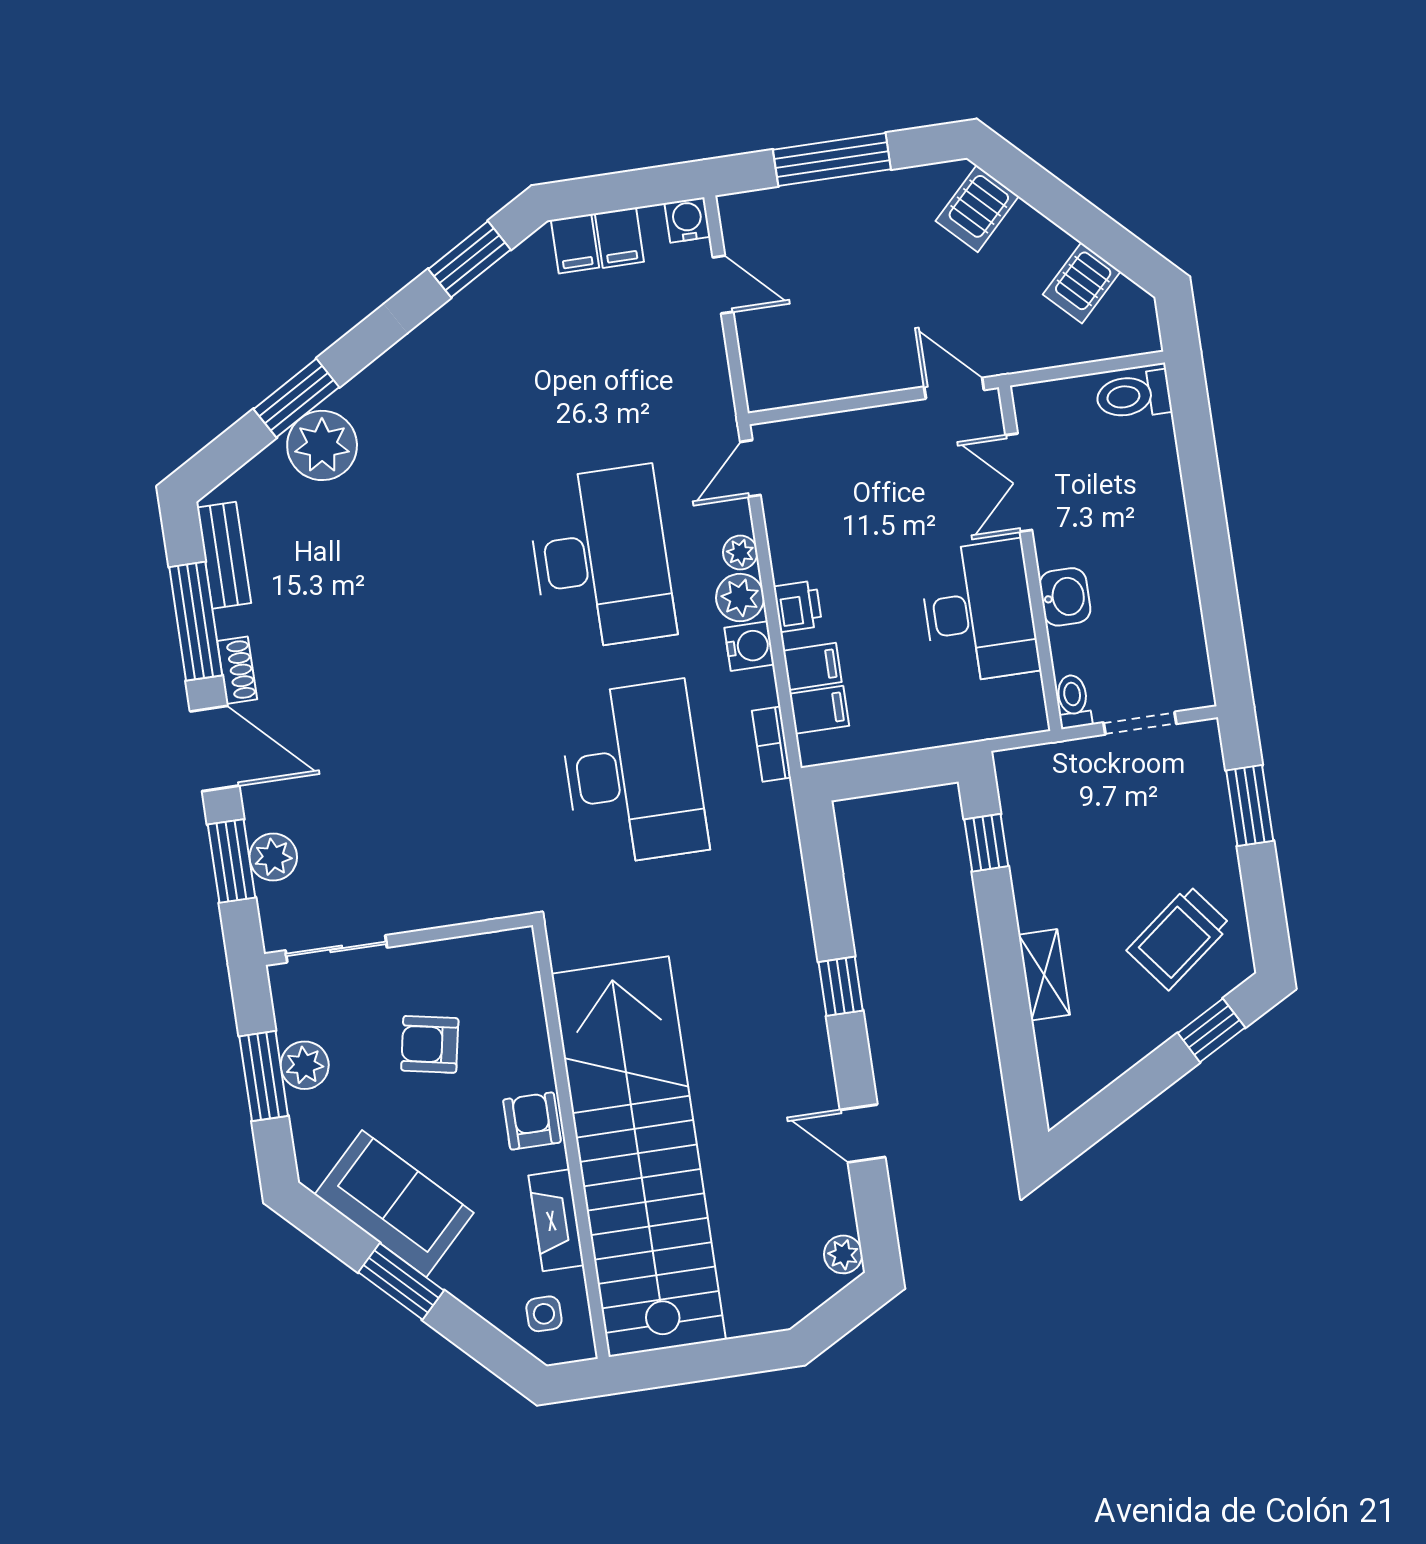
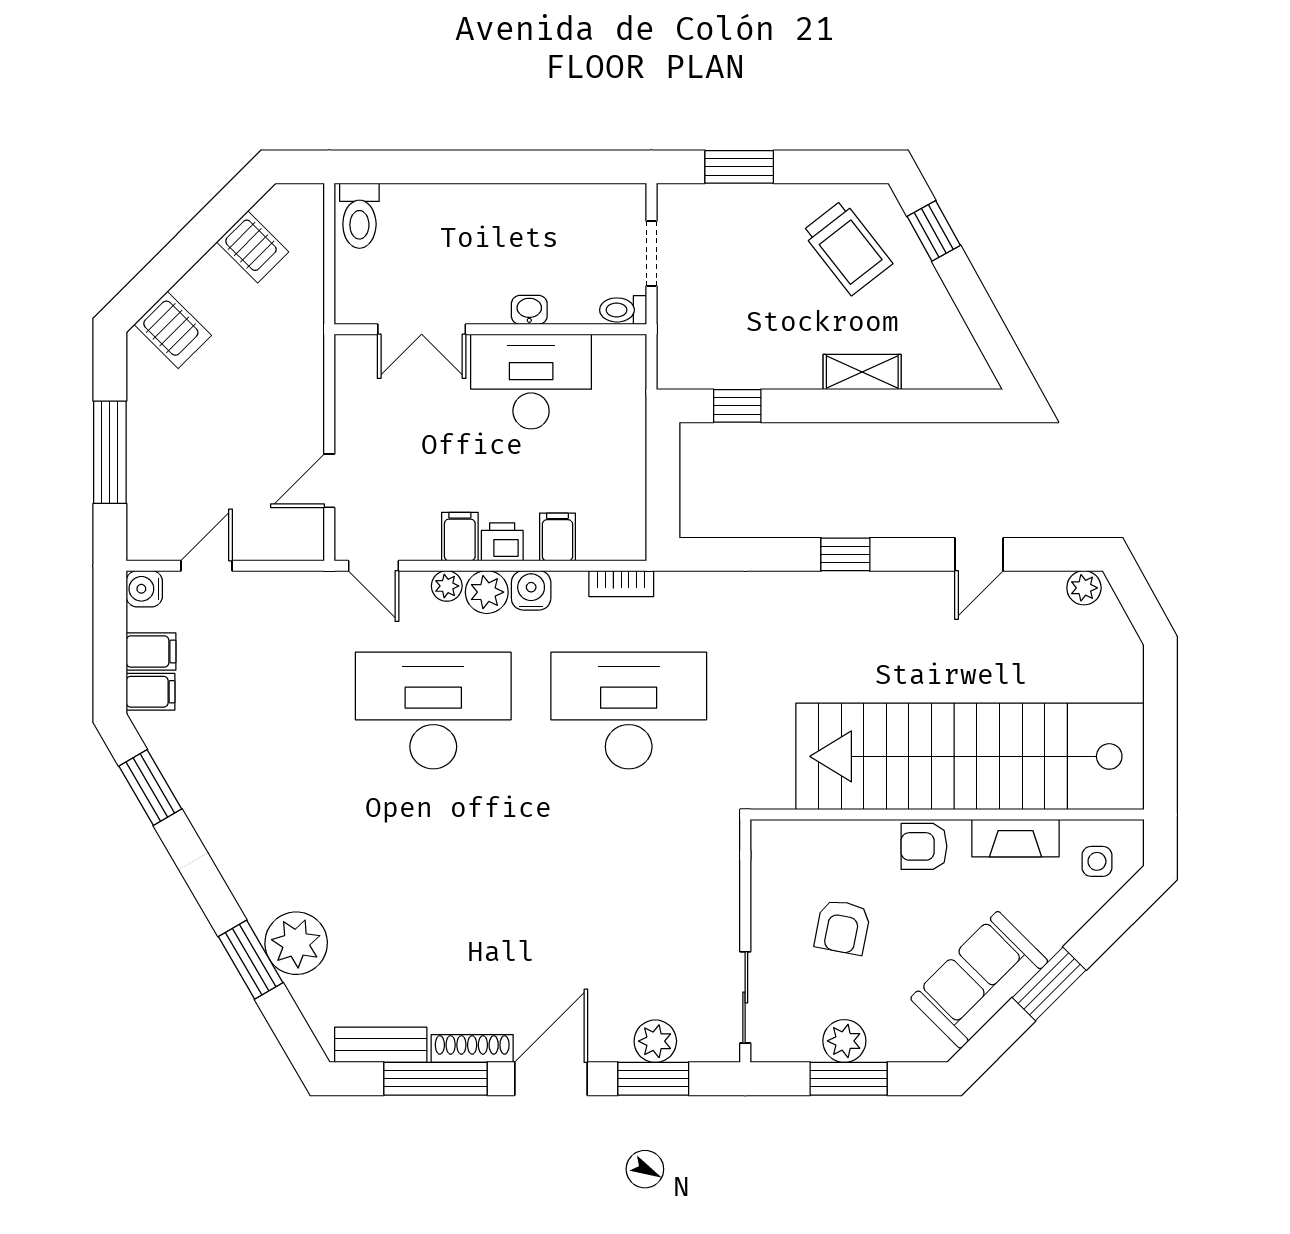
door: (954, 388) -> (329, 481), moved
washbasin: (1065, 597) -> (529, 310), width x0.72, depth x0.69
shoe rack: (237, 670) -> (472, 1049), width x1.43
filing cabinet: (819, 710) -> (460, 537), moved

